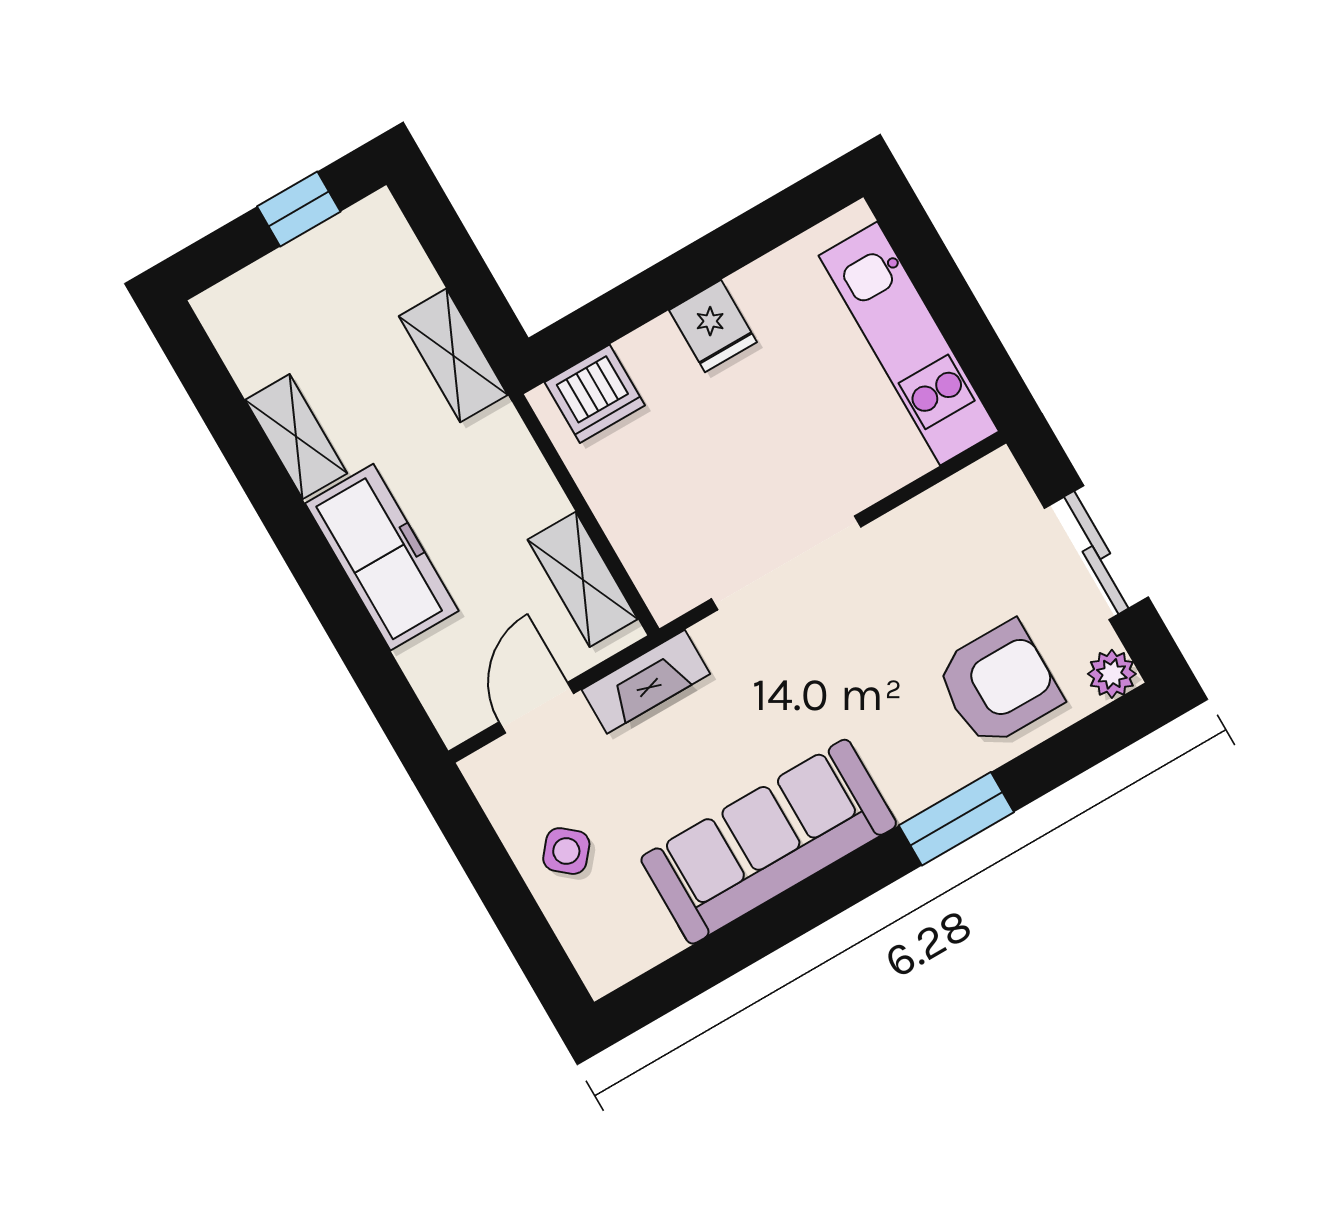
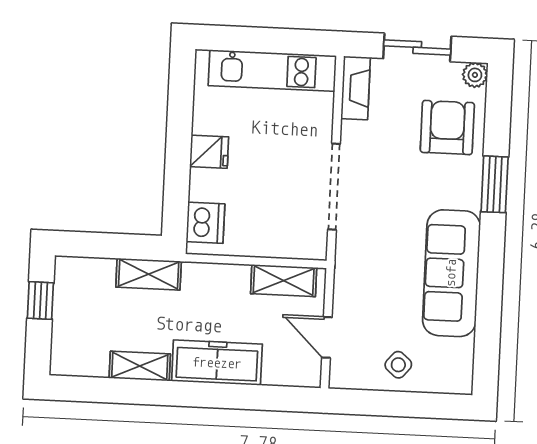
fireplace: (646, 682) -> (356, 88), moved

